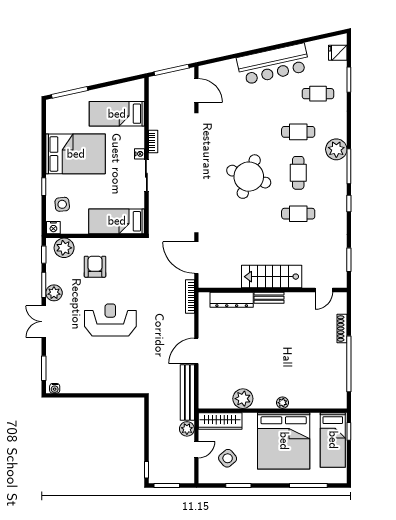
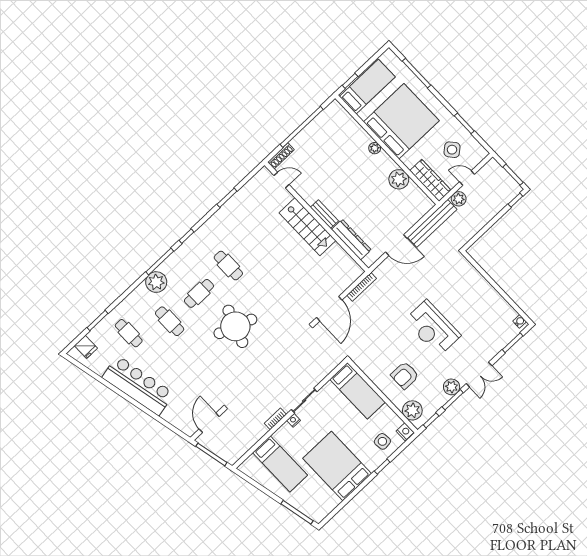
stairs: (272, 277) -> (307, 227), moved
wall: (273, 290) -> (316, 217), moved
door: (324, 290) -> (282, 180), moved
bench: (269, 298) -> (324, 214), moved
dresser: (232, 300) -> (351, 240), moved

